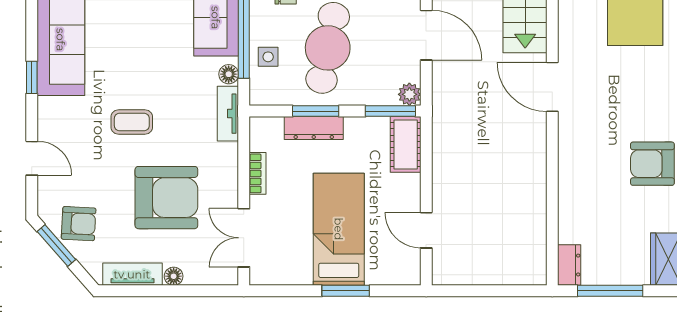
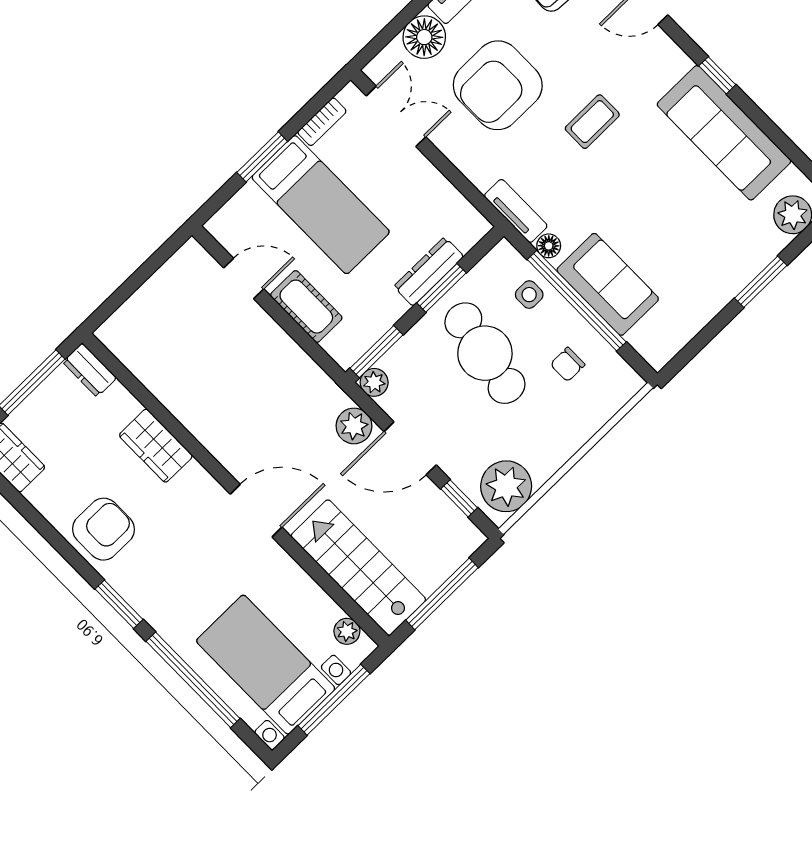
plant: (446, 80) -> (354, 426), added
cot: (406, 144) -> (306, 307), moved
bookcase: (258, 173) -> (322, 122), moved, turned -90
wardrobe: (574, 183) -> (156, 446), added
floor lamp: (174, 276) -> (424, 37), width x1.89, depth x1.89

